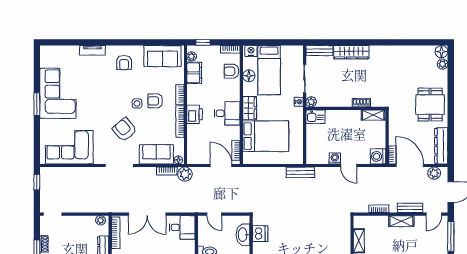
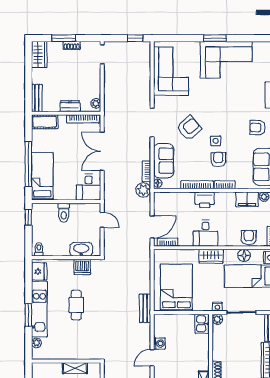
bed: (266, 136) -> (176, 288), moved, turned 180
door: (214, 214) -> (102, 220), swing flipped
cafe table: (297, 239) -> (76, 305), added

